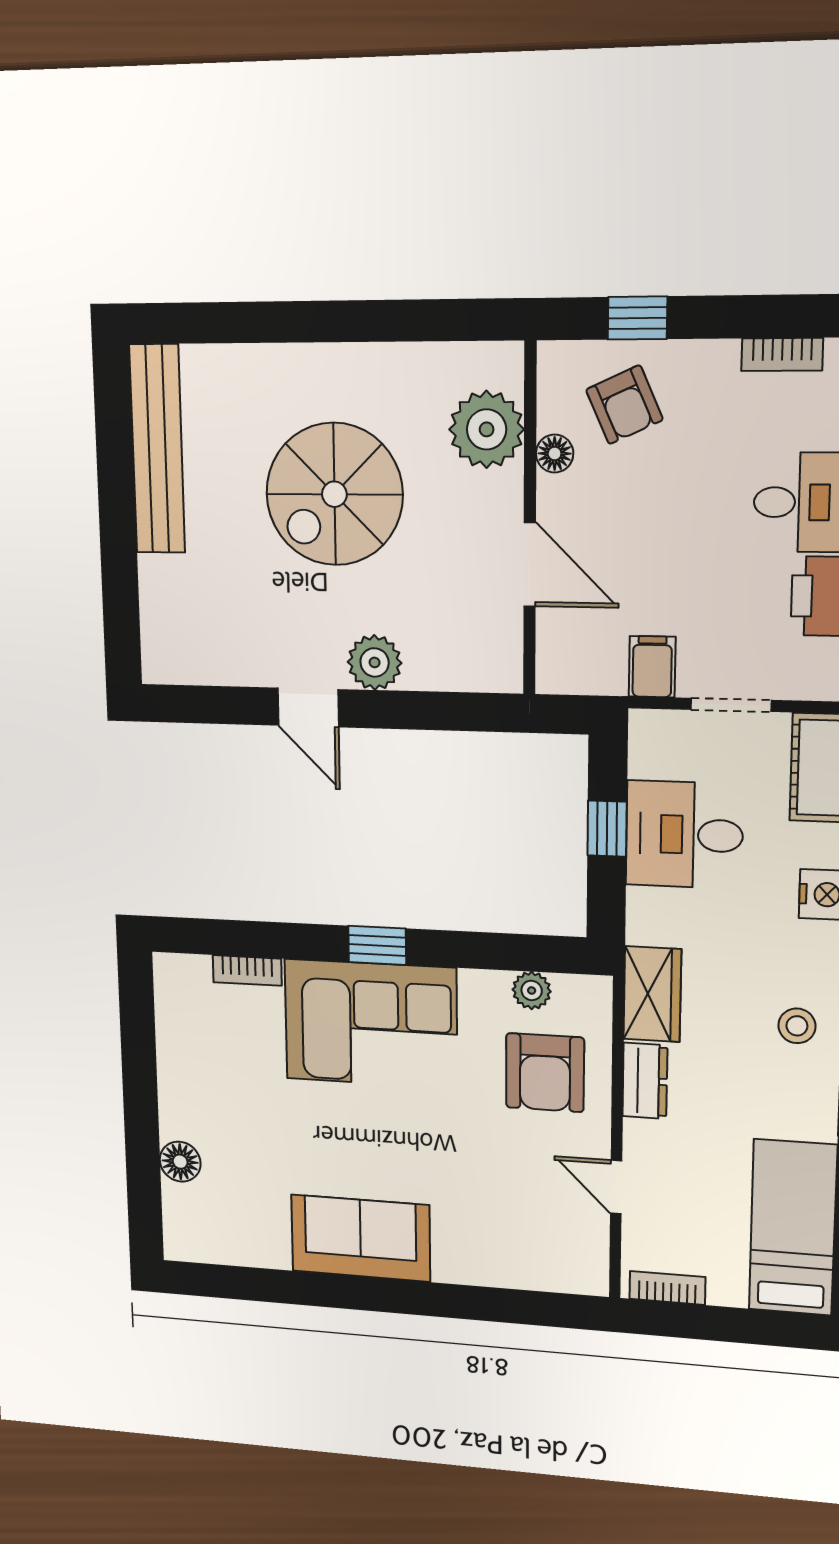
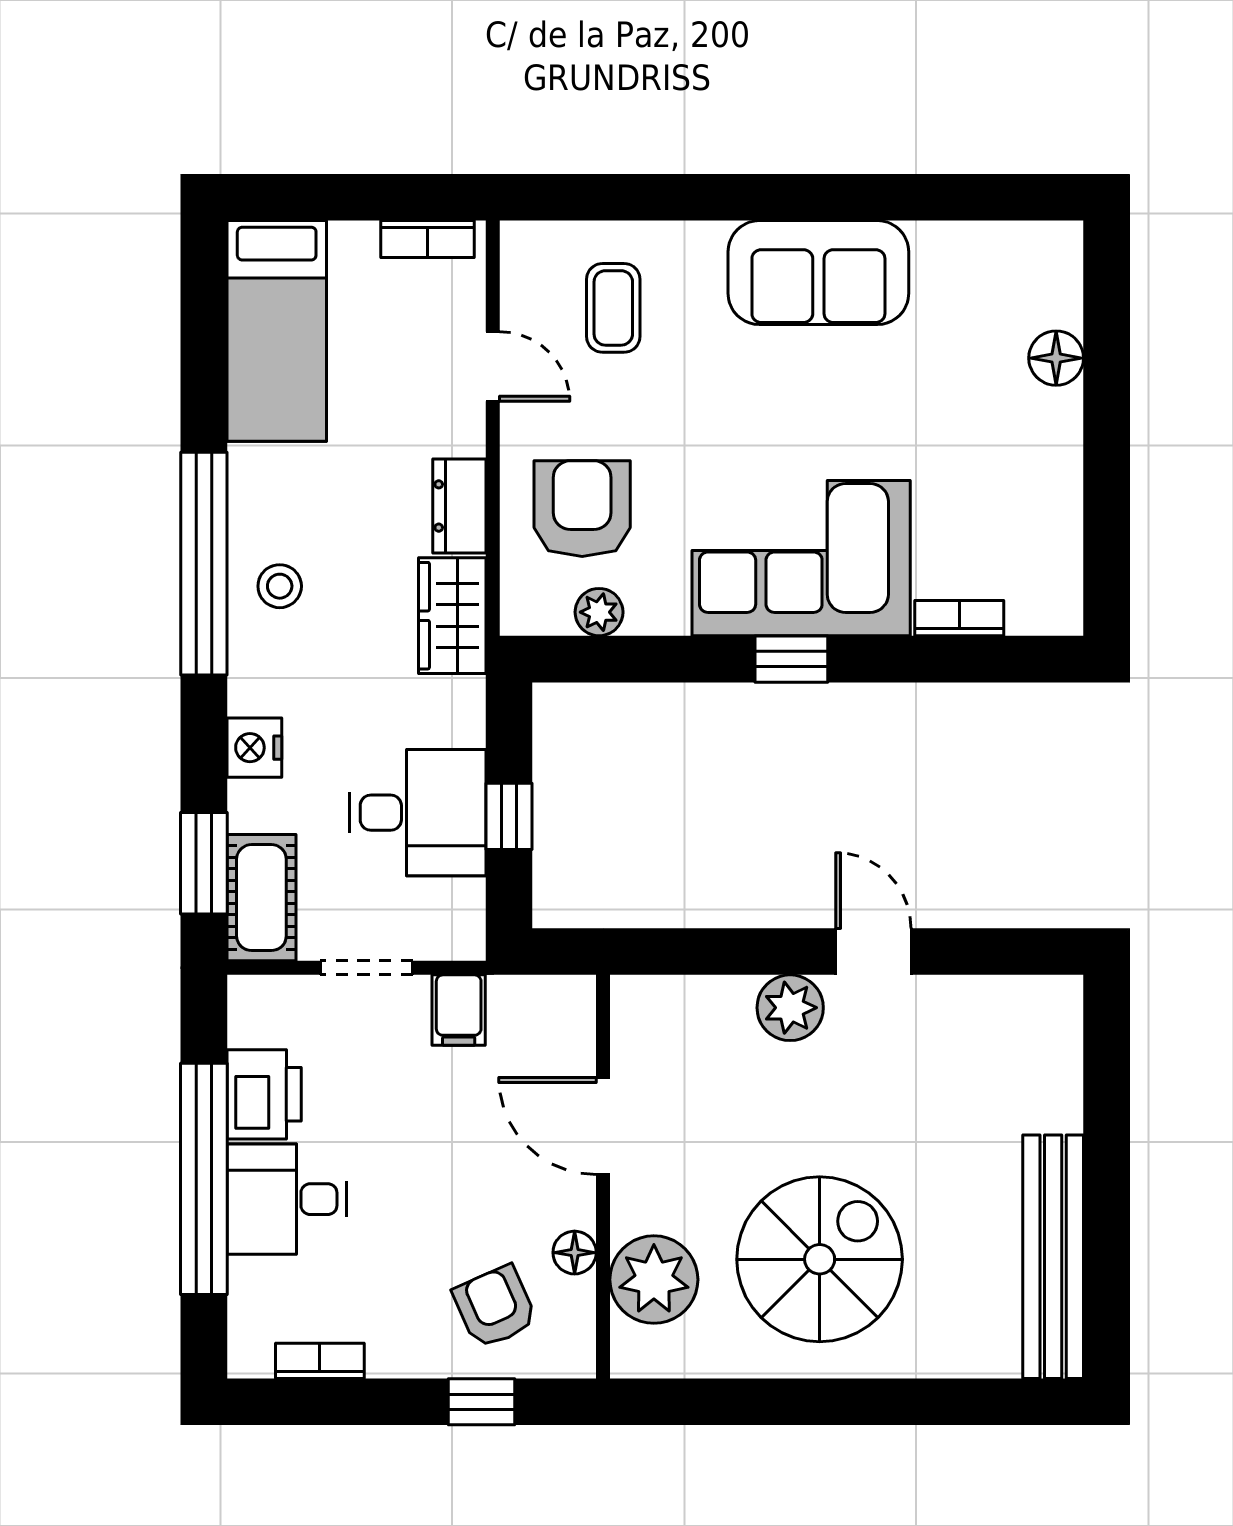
spiral stairs: (334, 494) -> (820, 1259), moved
coffee table: (519, 1224) -> (613, 308), added

